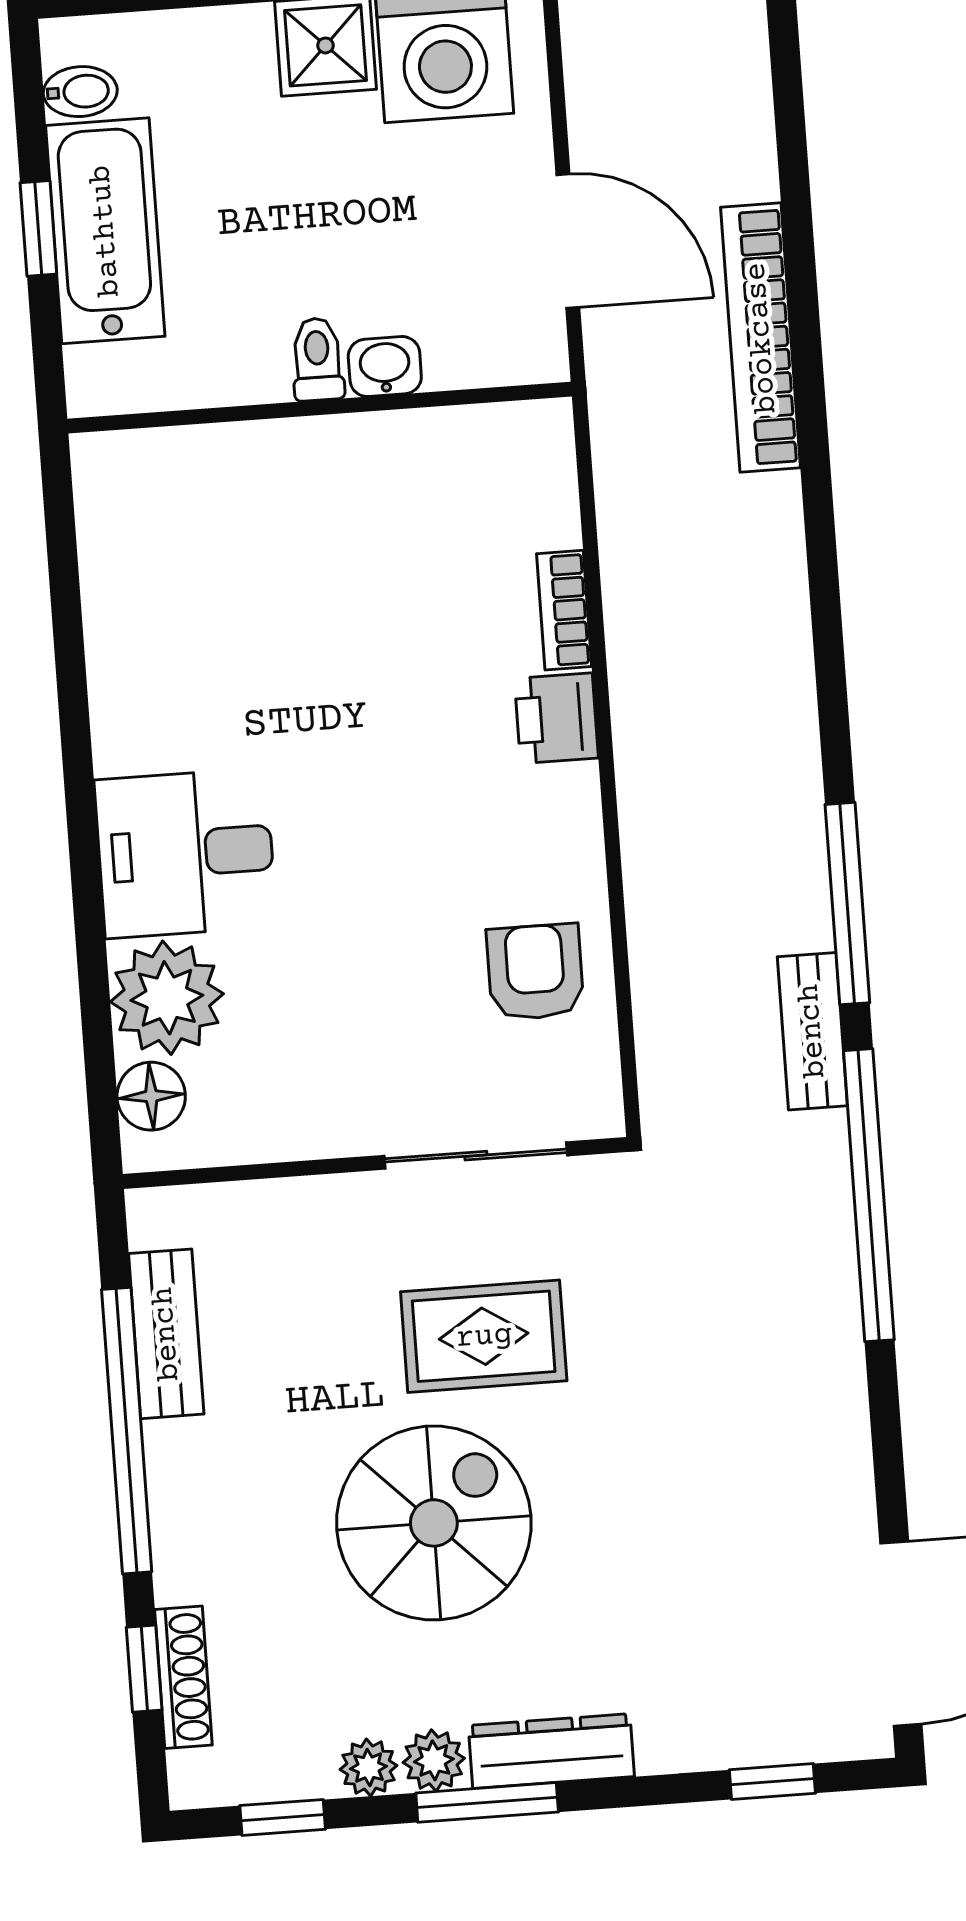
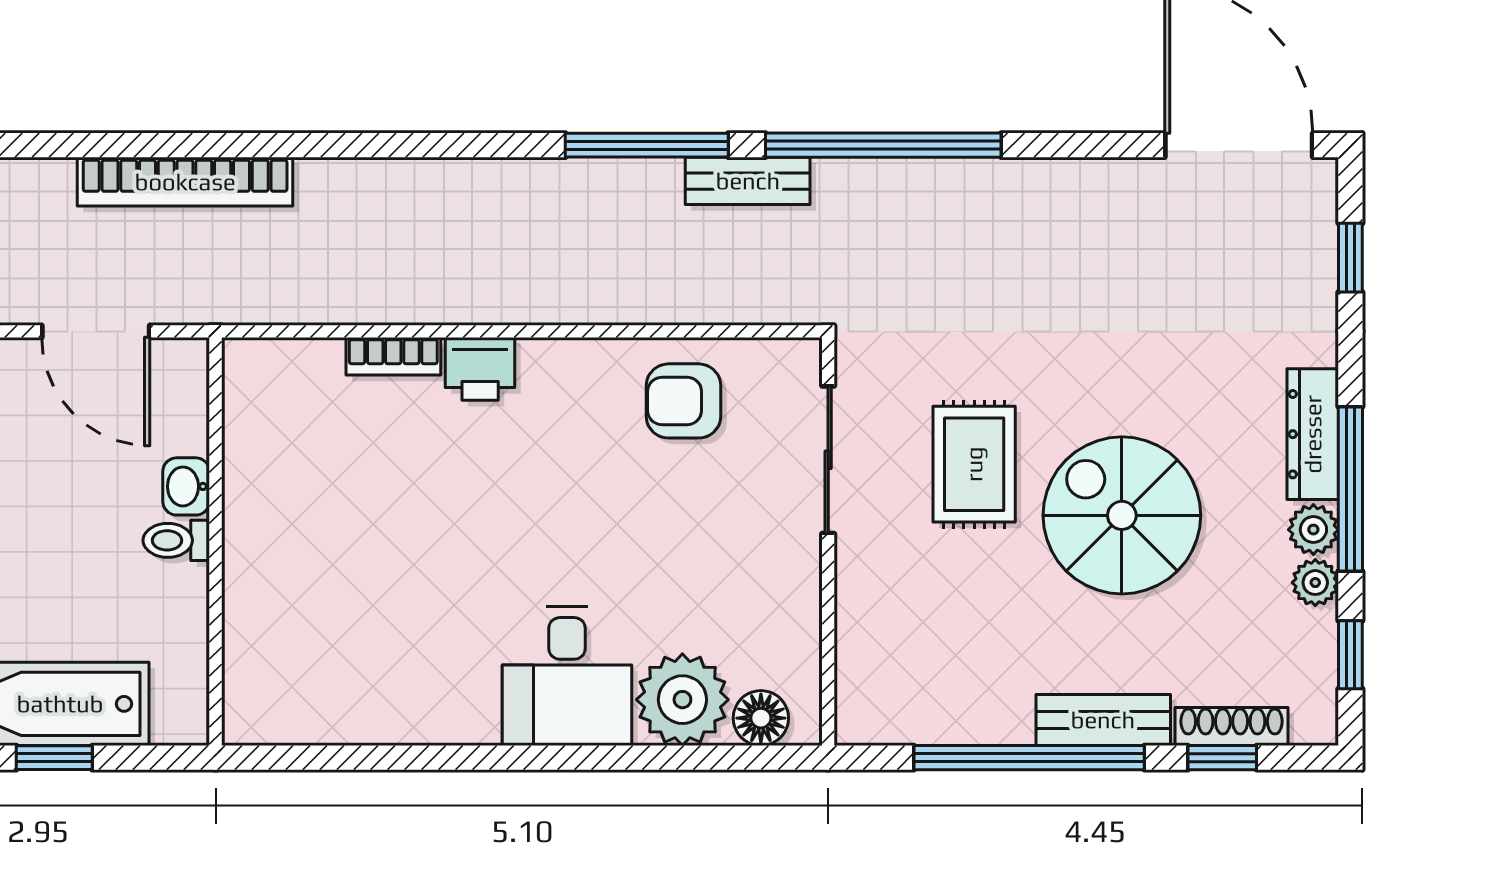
door: (568, 241) -> (96, 331), swing flipped
bench: (166, 1334) -> (1103, 720), moved
window: (487, 1802) -> (1350, 489), width x1.44

